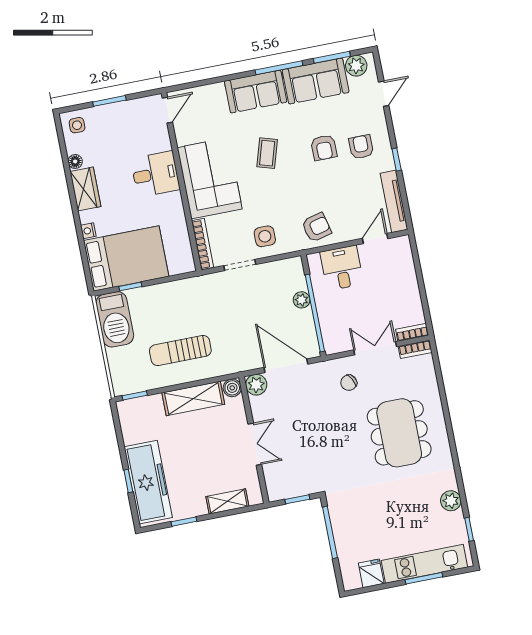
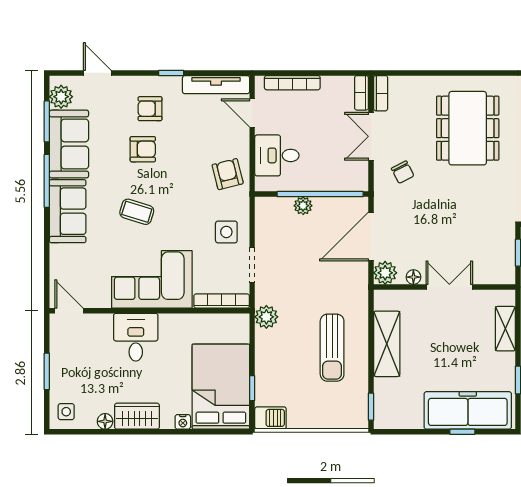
bookcase: (409, 269) -> (292, 83), added
plant: (196, 287) -> (266, 317), added
barbecue: (115, 319) -> (270, 418), width x0.53, depth x0.65
boiler: (232, 388) -> (384, 299), removed
floor lamp: (257, 411) -> (413, 277), added
dining table: (399, 433) -> (468, 128), turned 90

